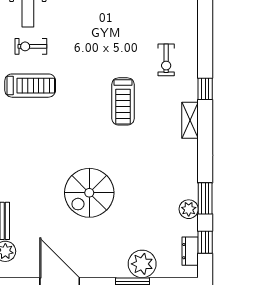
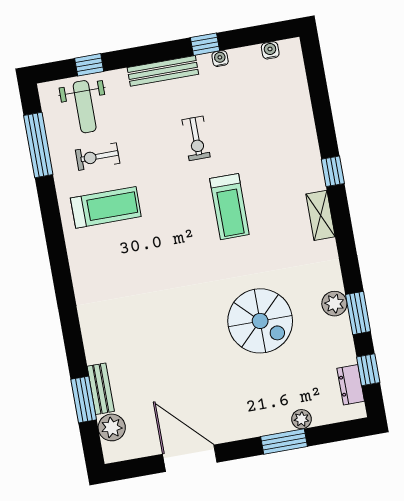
exercise bike: (166, 60) -> (196, 138), moved
spiral stairs: (89, 193) -> (260, 321), moved, turned -90
plant: (189, 209) -> (334, 304), moved
plant: (142, 264) -> (301, 419), width x0.53, depth x0.53

